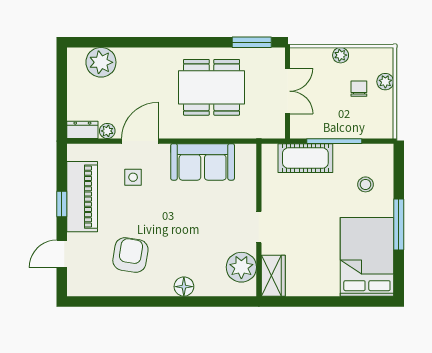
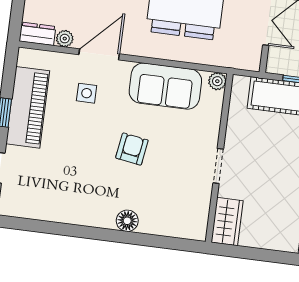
armchair: (130, 255) -> (132, 149), moved, width x0.72, depth x0.72
plant: (241, 267) -> (217, 81), moved, width x0.53, depth x0.53

